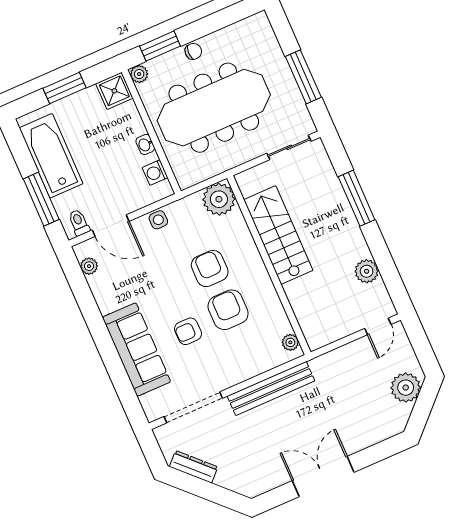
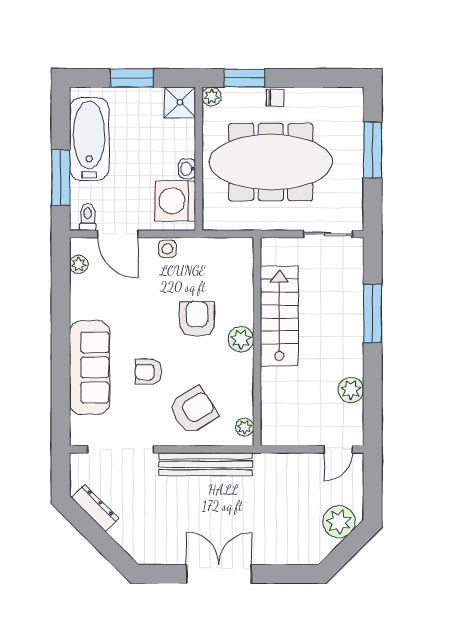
window: (303, 77) -> (373, 150), moved
washing machine: (155, 173) -> (175, 201), width x1.89, depth x1.89
plant: (219, 199) -> (241, 339), moved, width x0.73, depth x0.73
armchair: (228, 310) -> (193, 410), moved, turned 58

